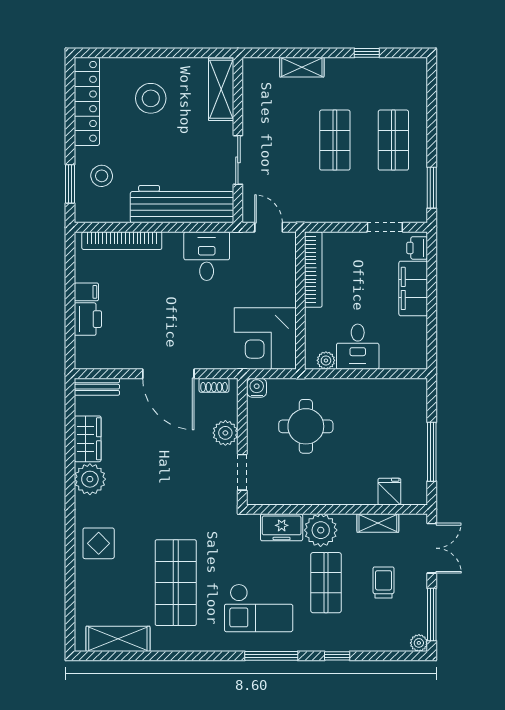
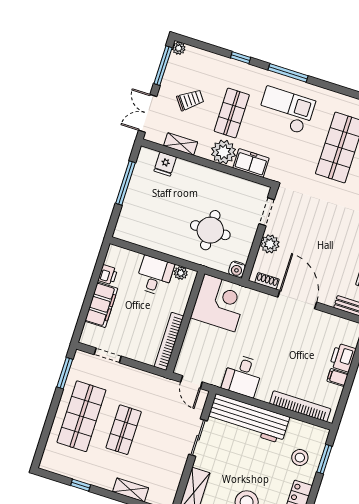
shop shelf: (393, 140) -> (81, 416), width x1.43, depth x1.36
printer: (417, 248) -> (108, 275), moved
trolley: (384, 582) -> (190, 100), turned -127

